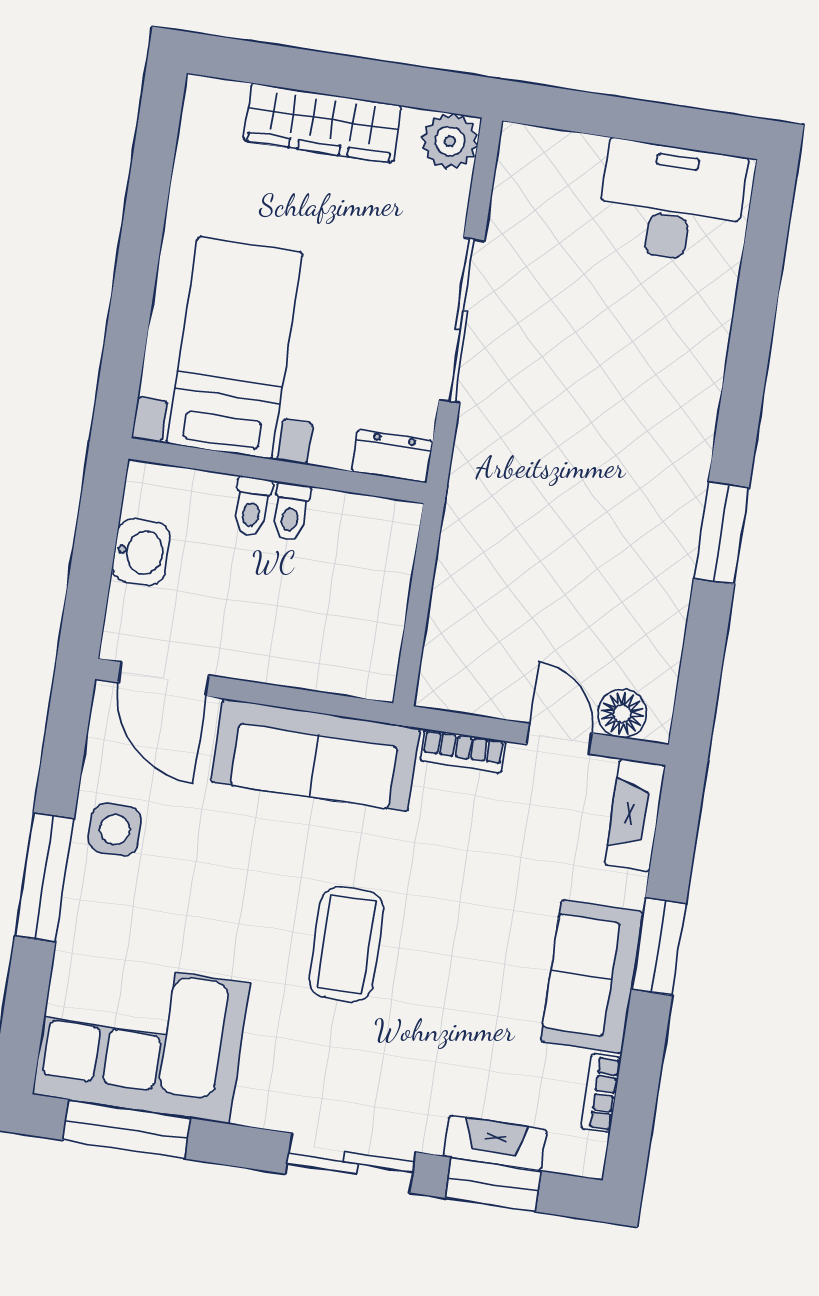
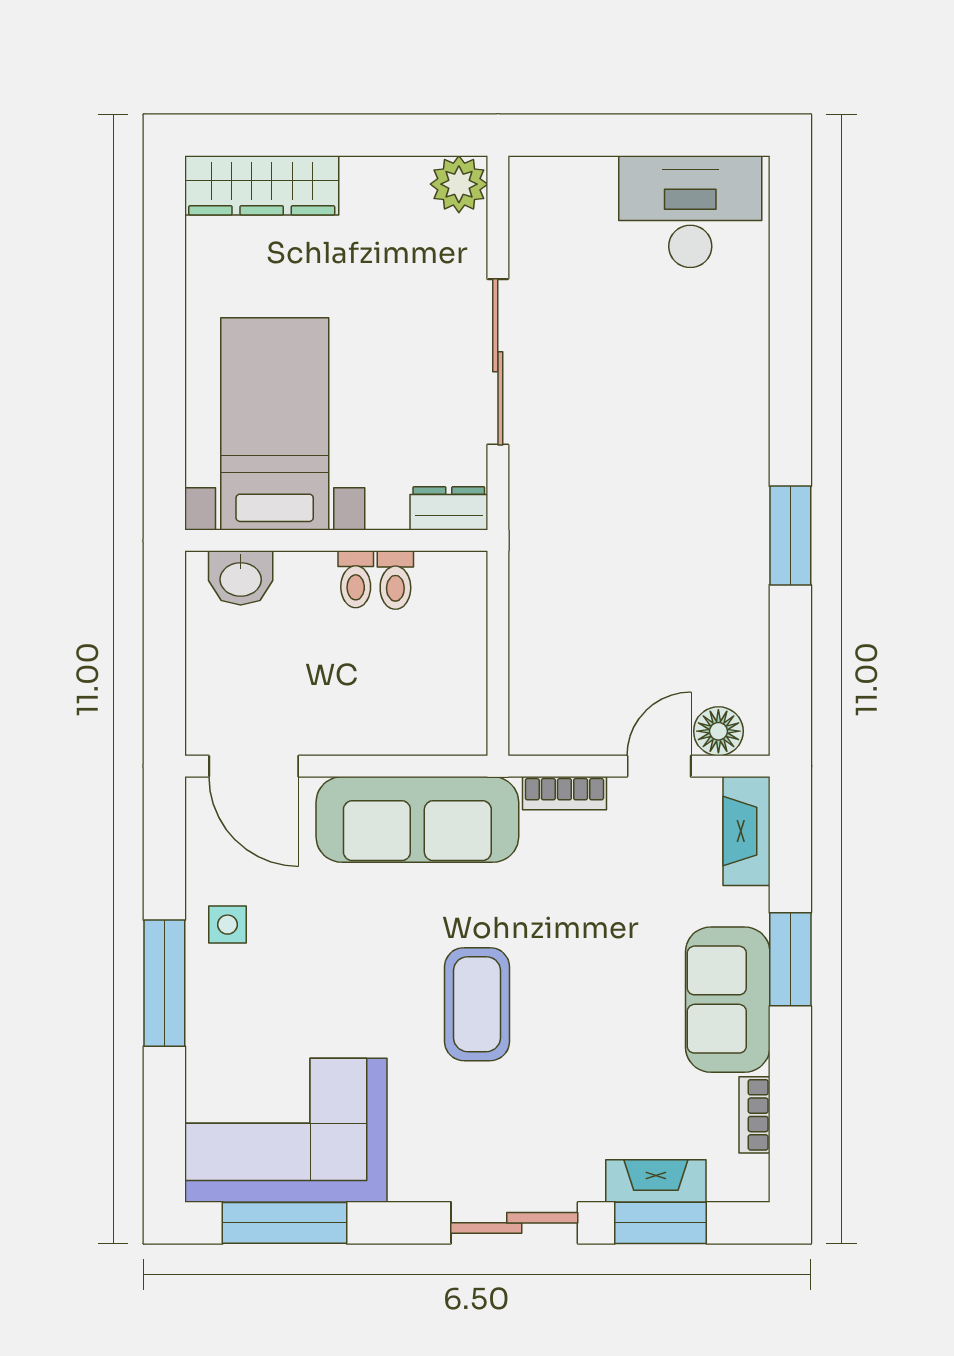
wardrobe: (322, 123) -> (262, 185), moved
toilet: (252, 506) -> (395, 580), moved
washbasin: (141, 552) -> (241, 578), moved, turned 90
door: (559, 739) -> (659, 766), hinge flipped
side table: (115, 830) -> (228, 925), width x0.73, depth x0.73

